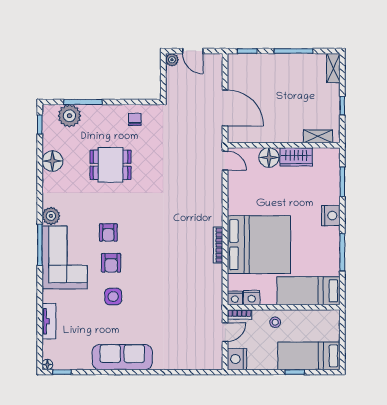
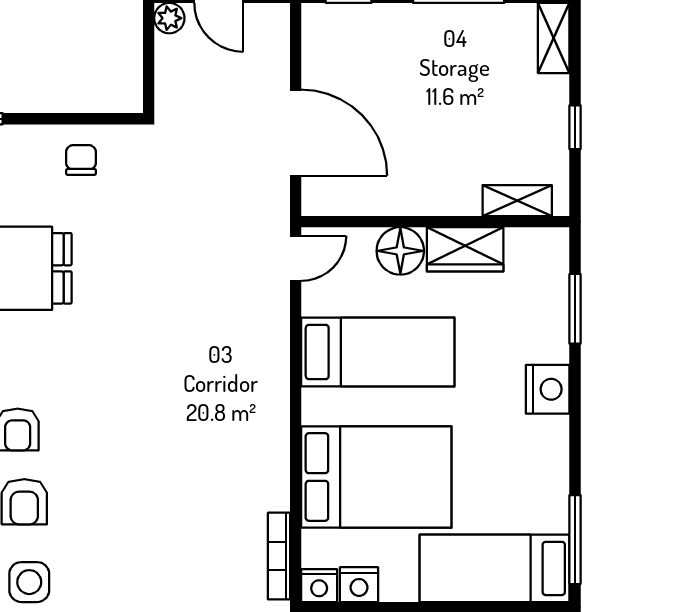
door: (225, 161) -> (296, 258), hinge flipped
bed: (259, 200) -> (378, 352), added
bookcase: (218, 245) -> (279, 556), moved
bed: (259, 245) -> (376, 477), width x0.73
window: (342, 252) -> (575, 540), moved

